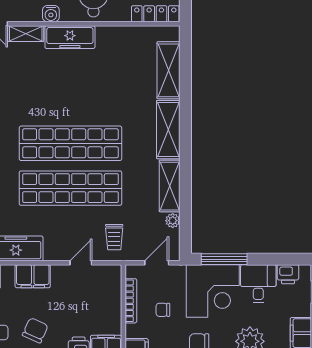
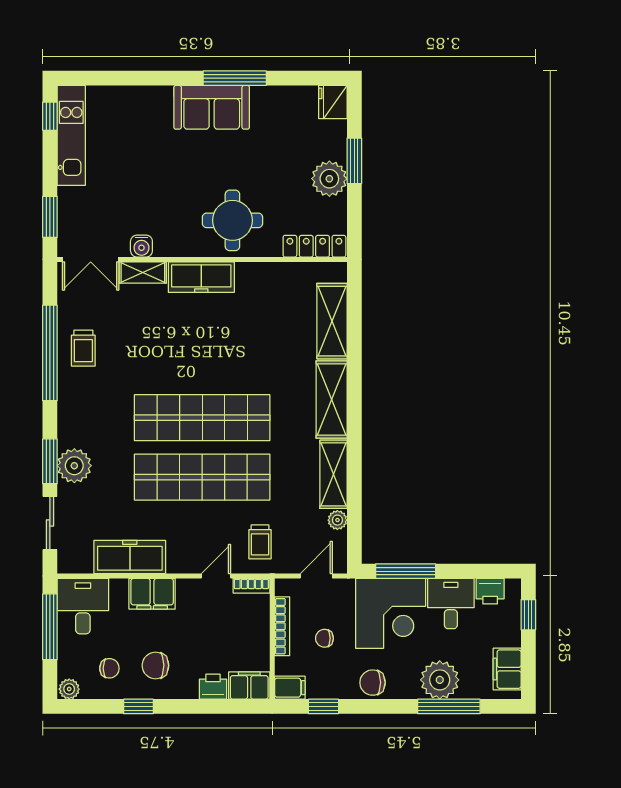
water cooler: (51, 14) -> (141, 246), moved
bookcase: (108, 270) -> (251, 586), added
chair: (35, 330) -> (155, 665), turned -114

